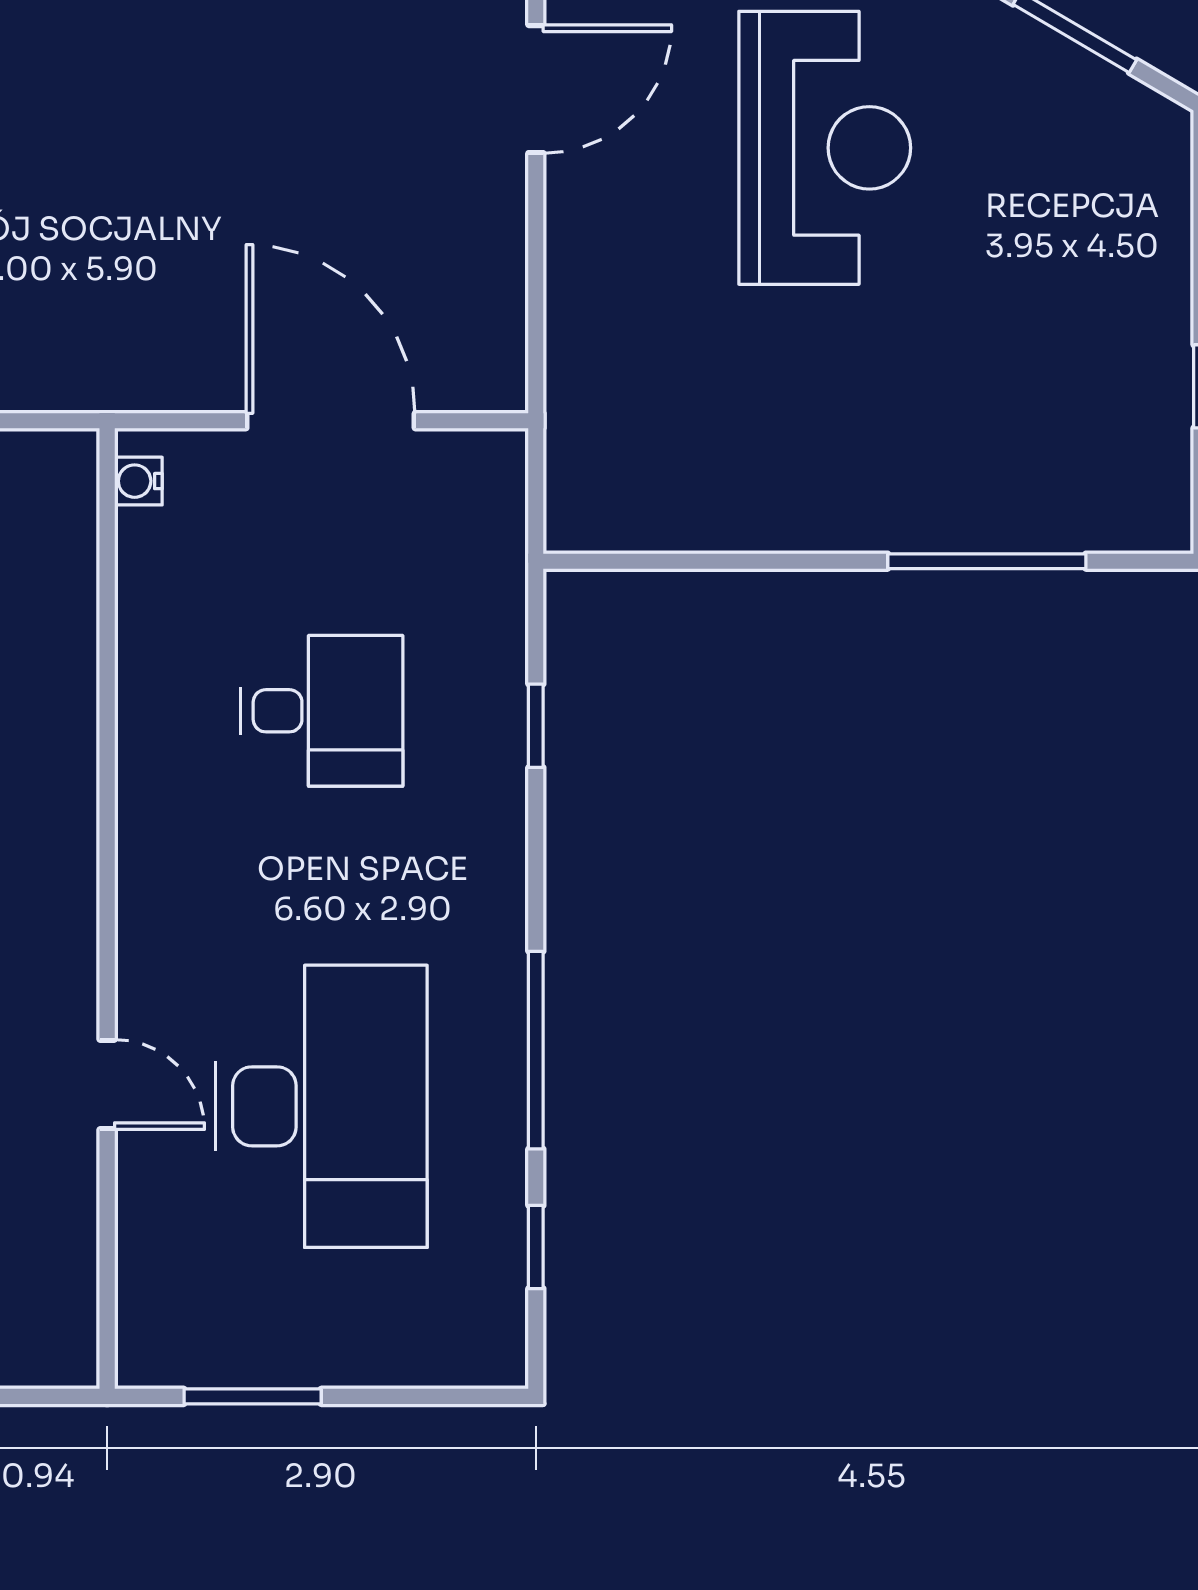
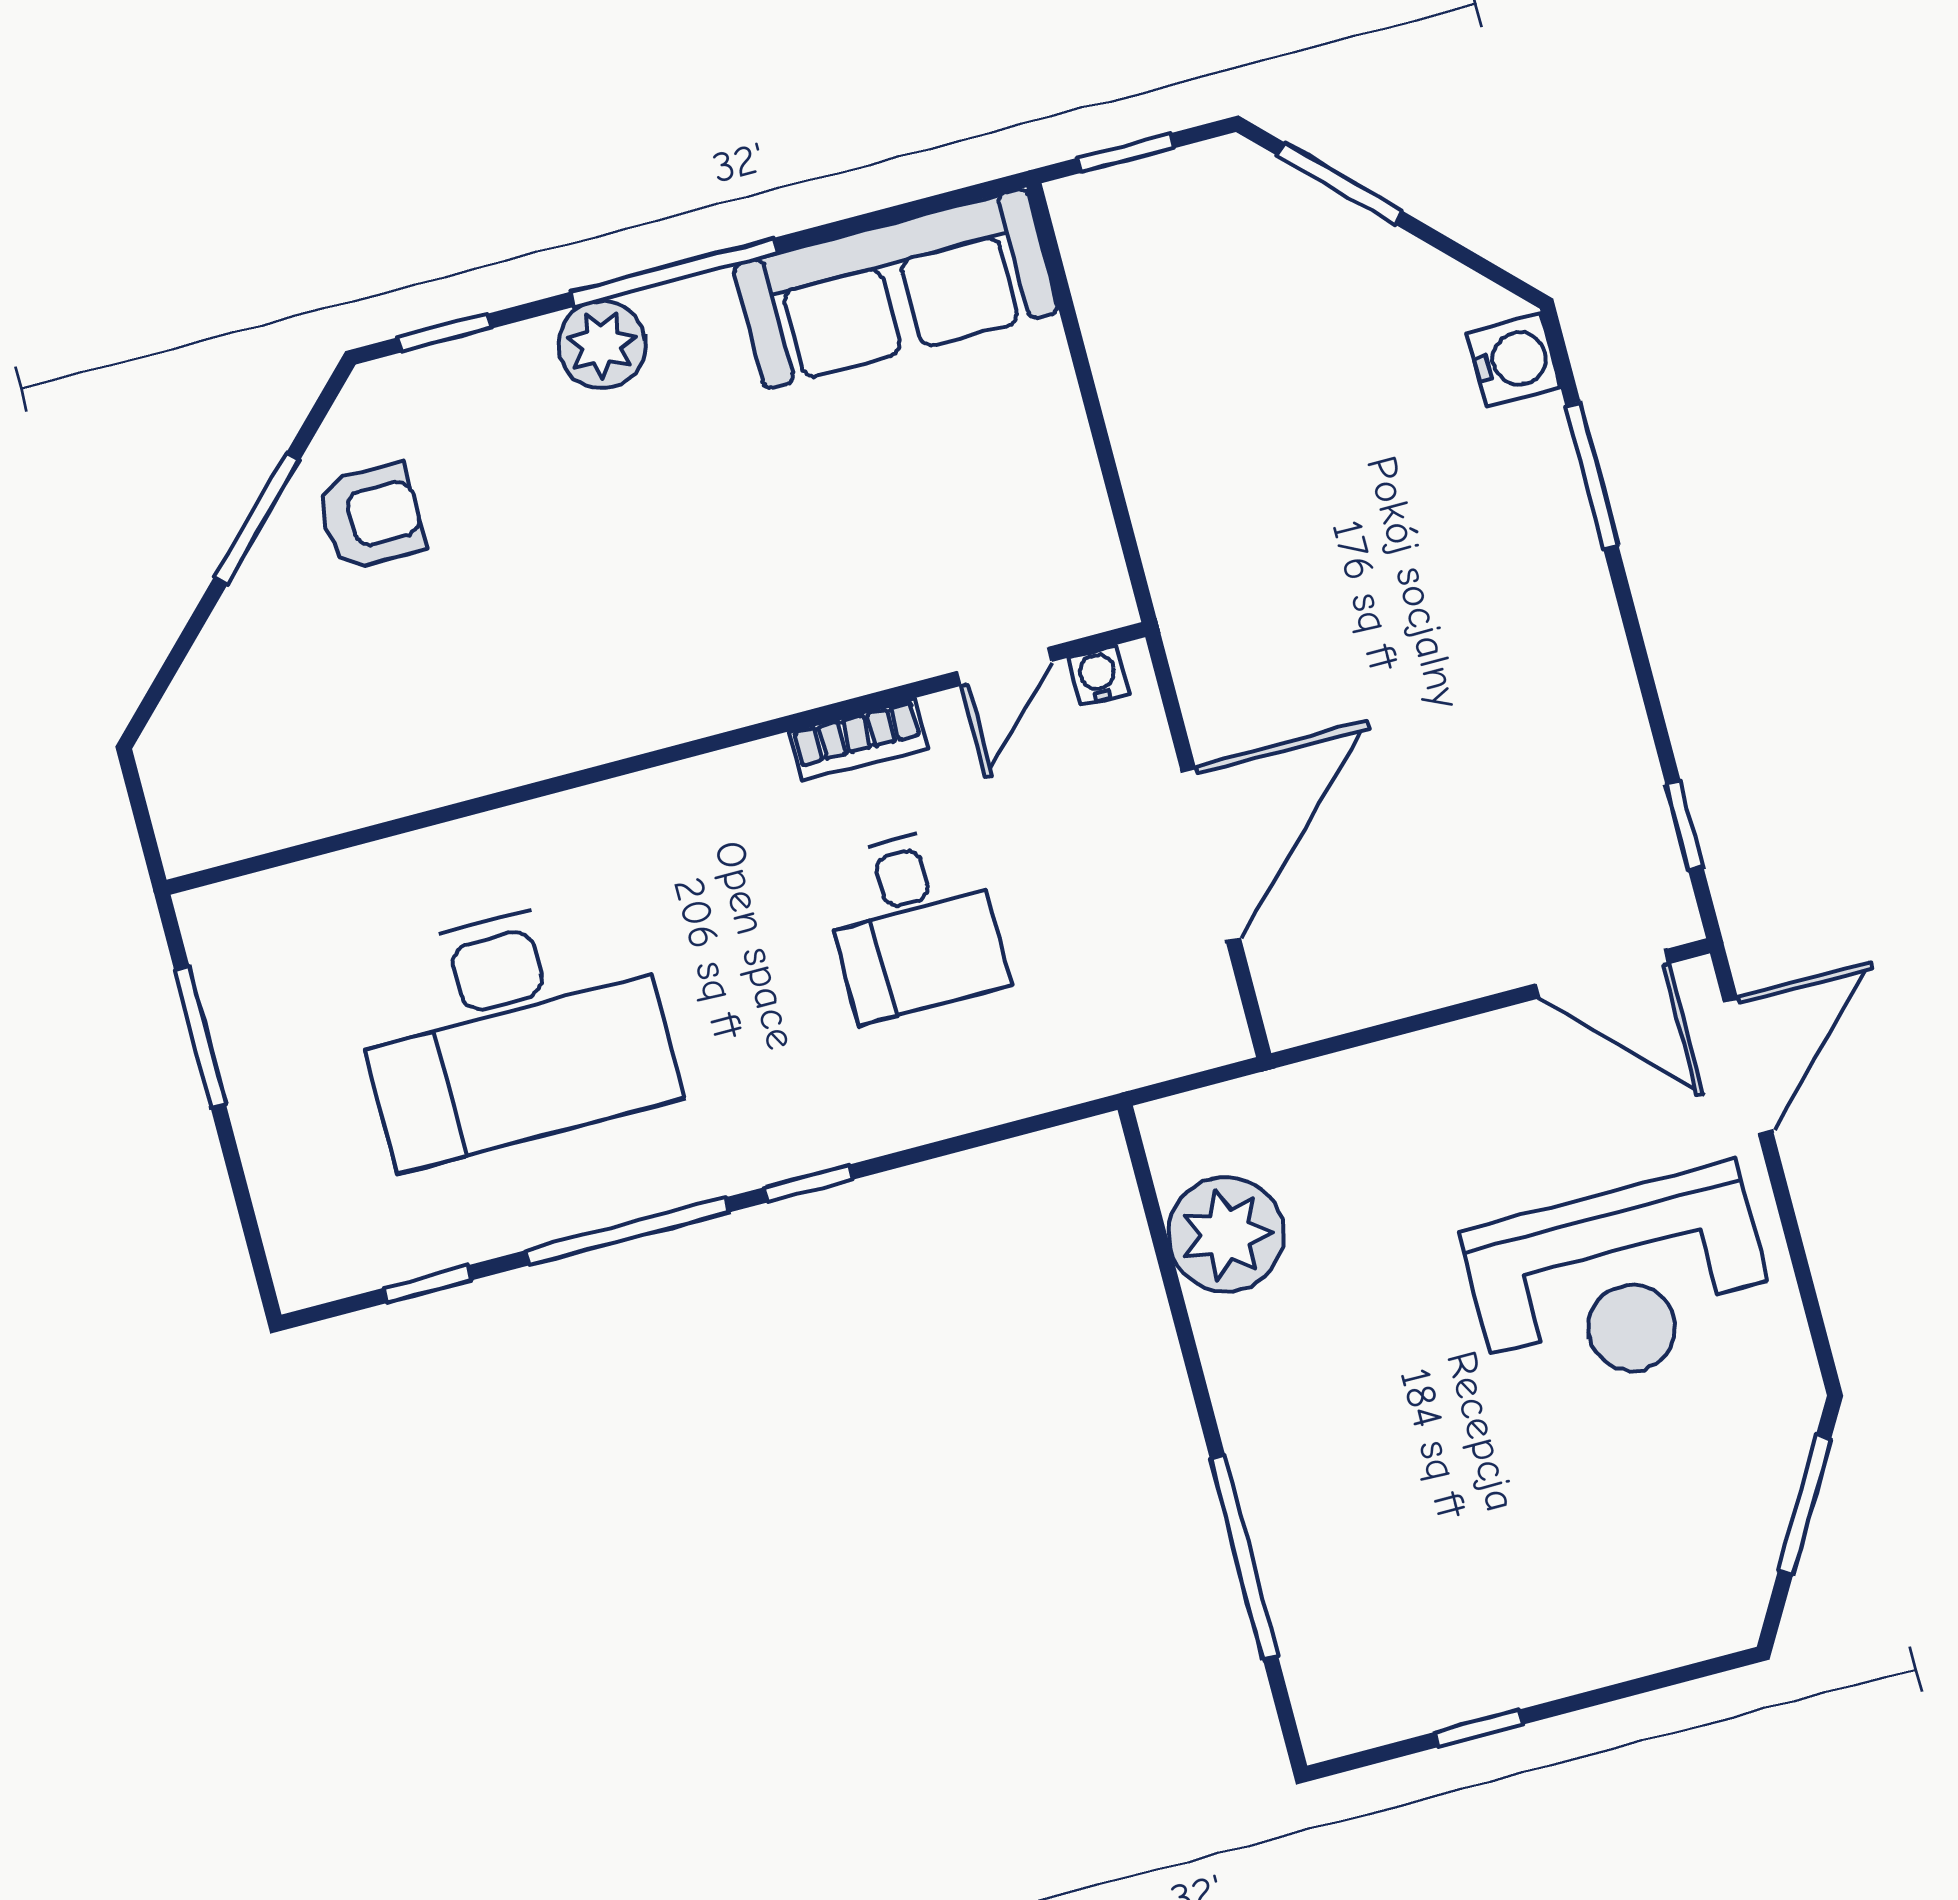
plant: (684, 499) -> (1226, 1234), added
bookcase: (139, 718) -> (858, 740), added
window: (536, 726) -> (809, 1183), moved
door: (107, 1084) -> (1004, 666), moved

